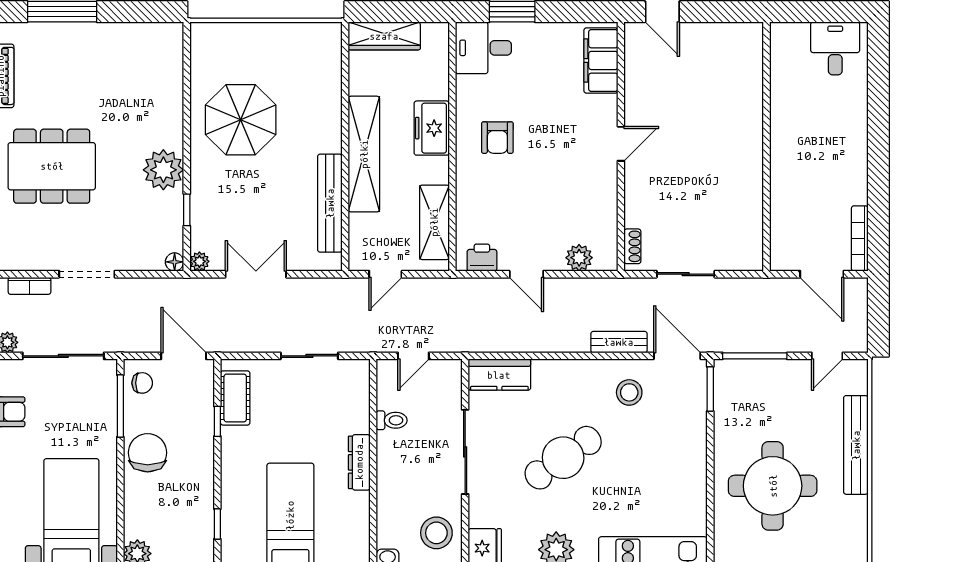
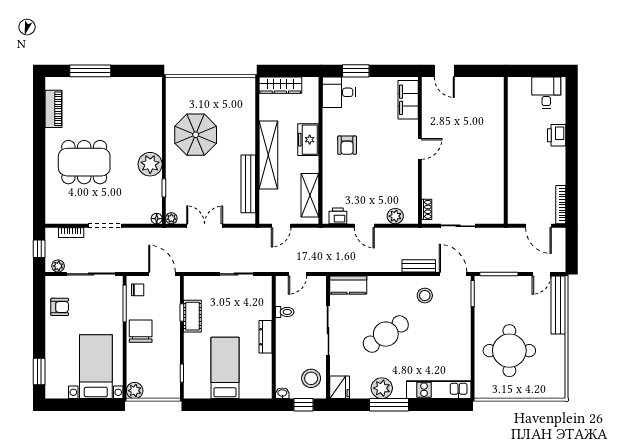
printer: (853, 121) -> (557, 135), added
cot: (235, 398) -> (192, 316), moved
bench: (856, 445) -> (558, 305), moved

